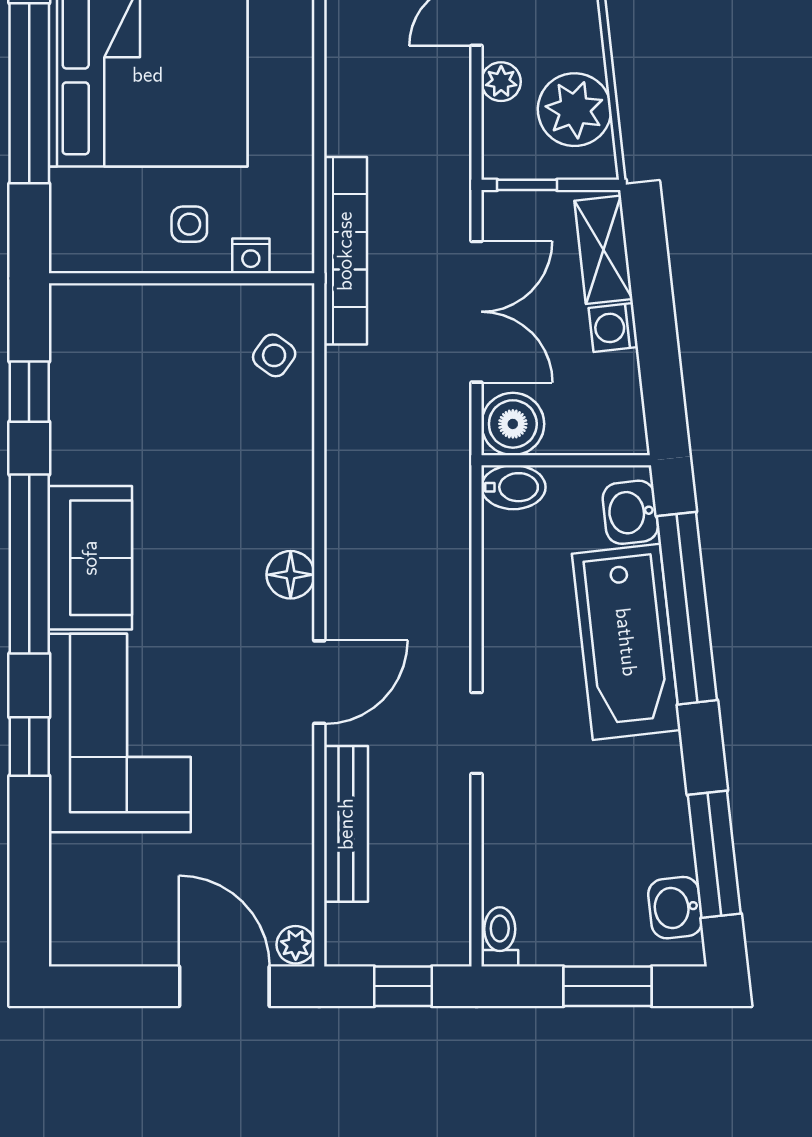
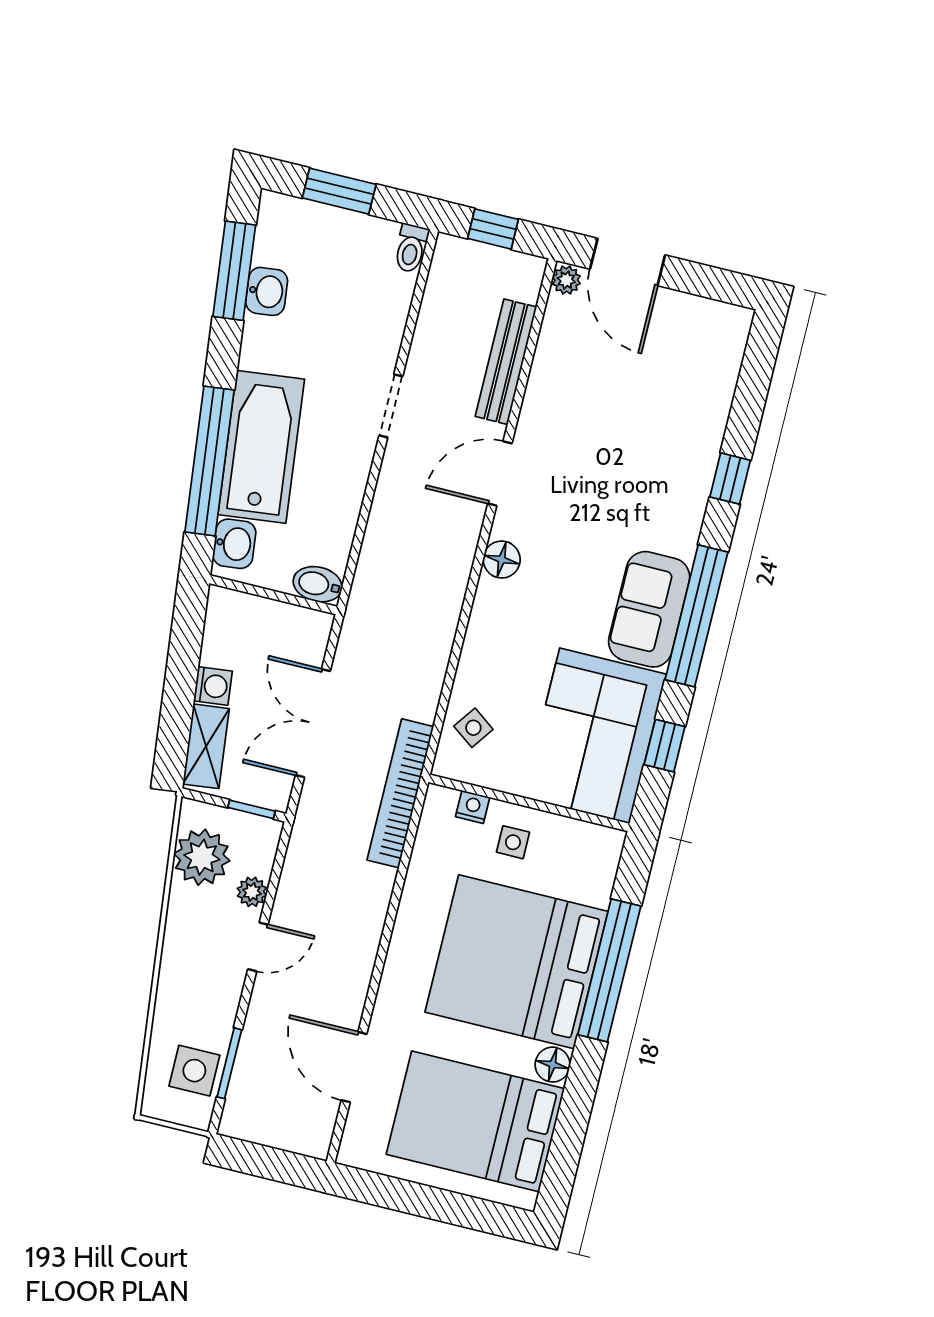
boiler: (513, 424) -> (306, 632), removed
corner sofa: (120, 733) -> (595, 736), moved
washbasin: (675, 908) -> (267, 291), moved

